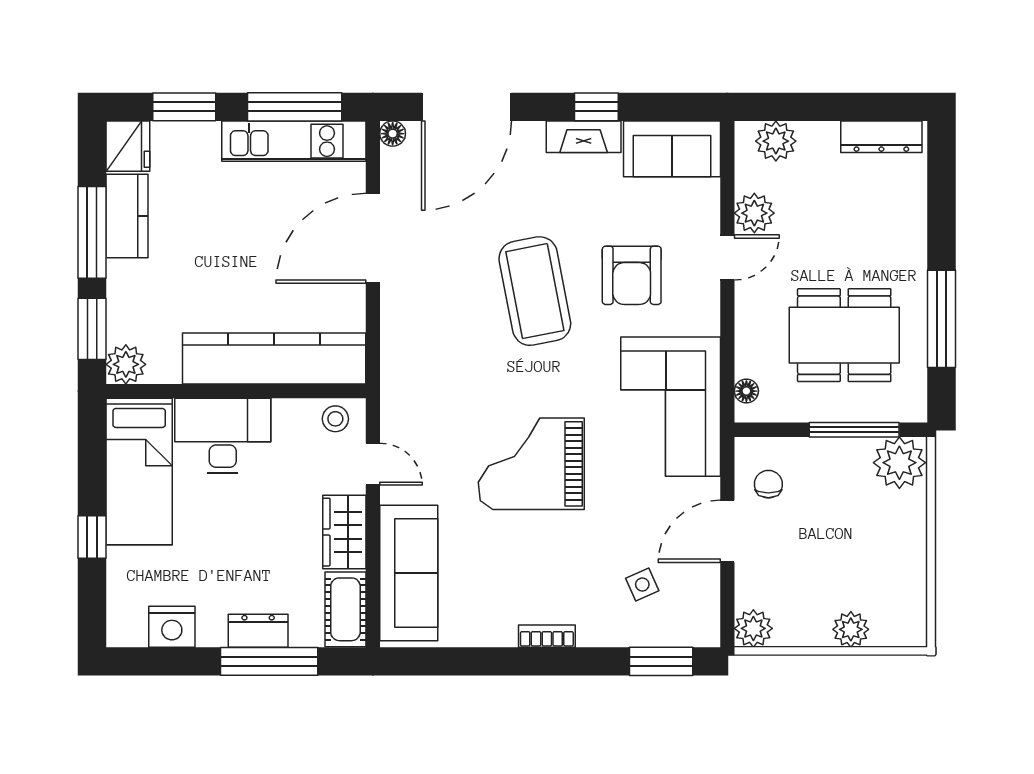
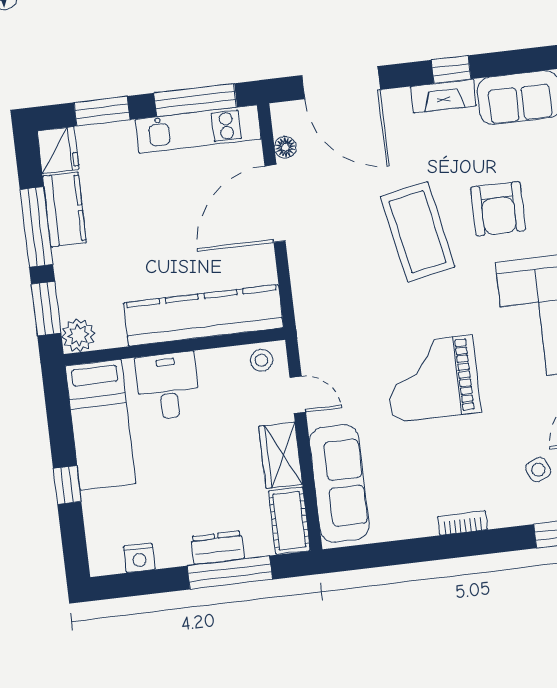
door: (466, 107) -> (341, 83), hinge flipped
floor lamp: (393, 134) -> (285, 147), moved
desk: (223, 436) -> (168, 386), width x0.73
nightstand: (172, 627) -> (139, 558), width x0.74, depth x0.75

